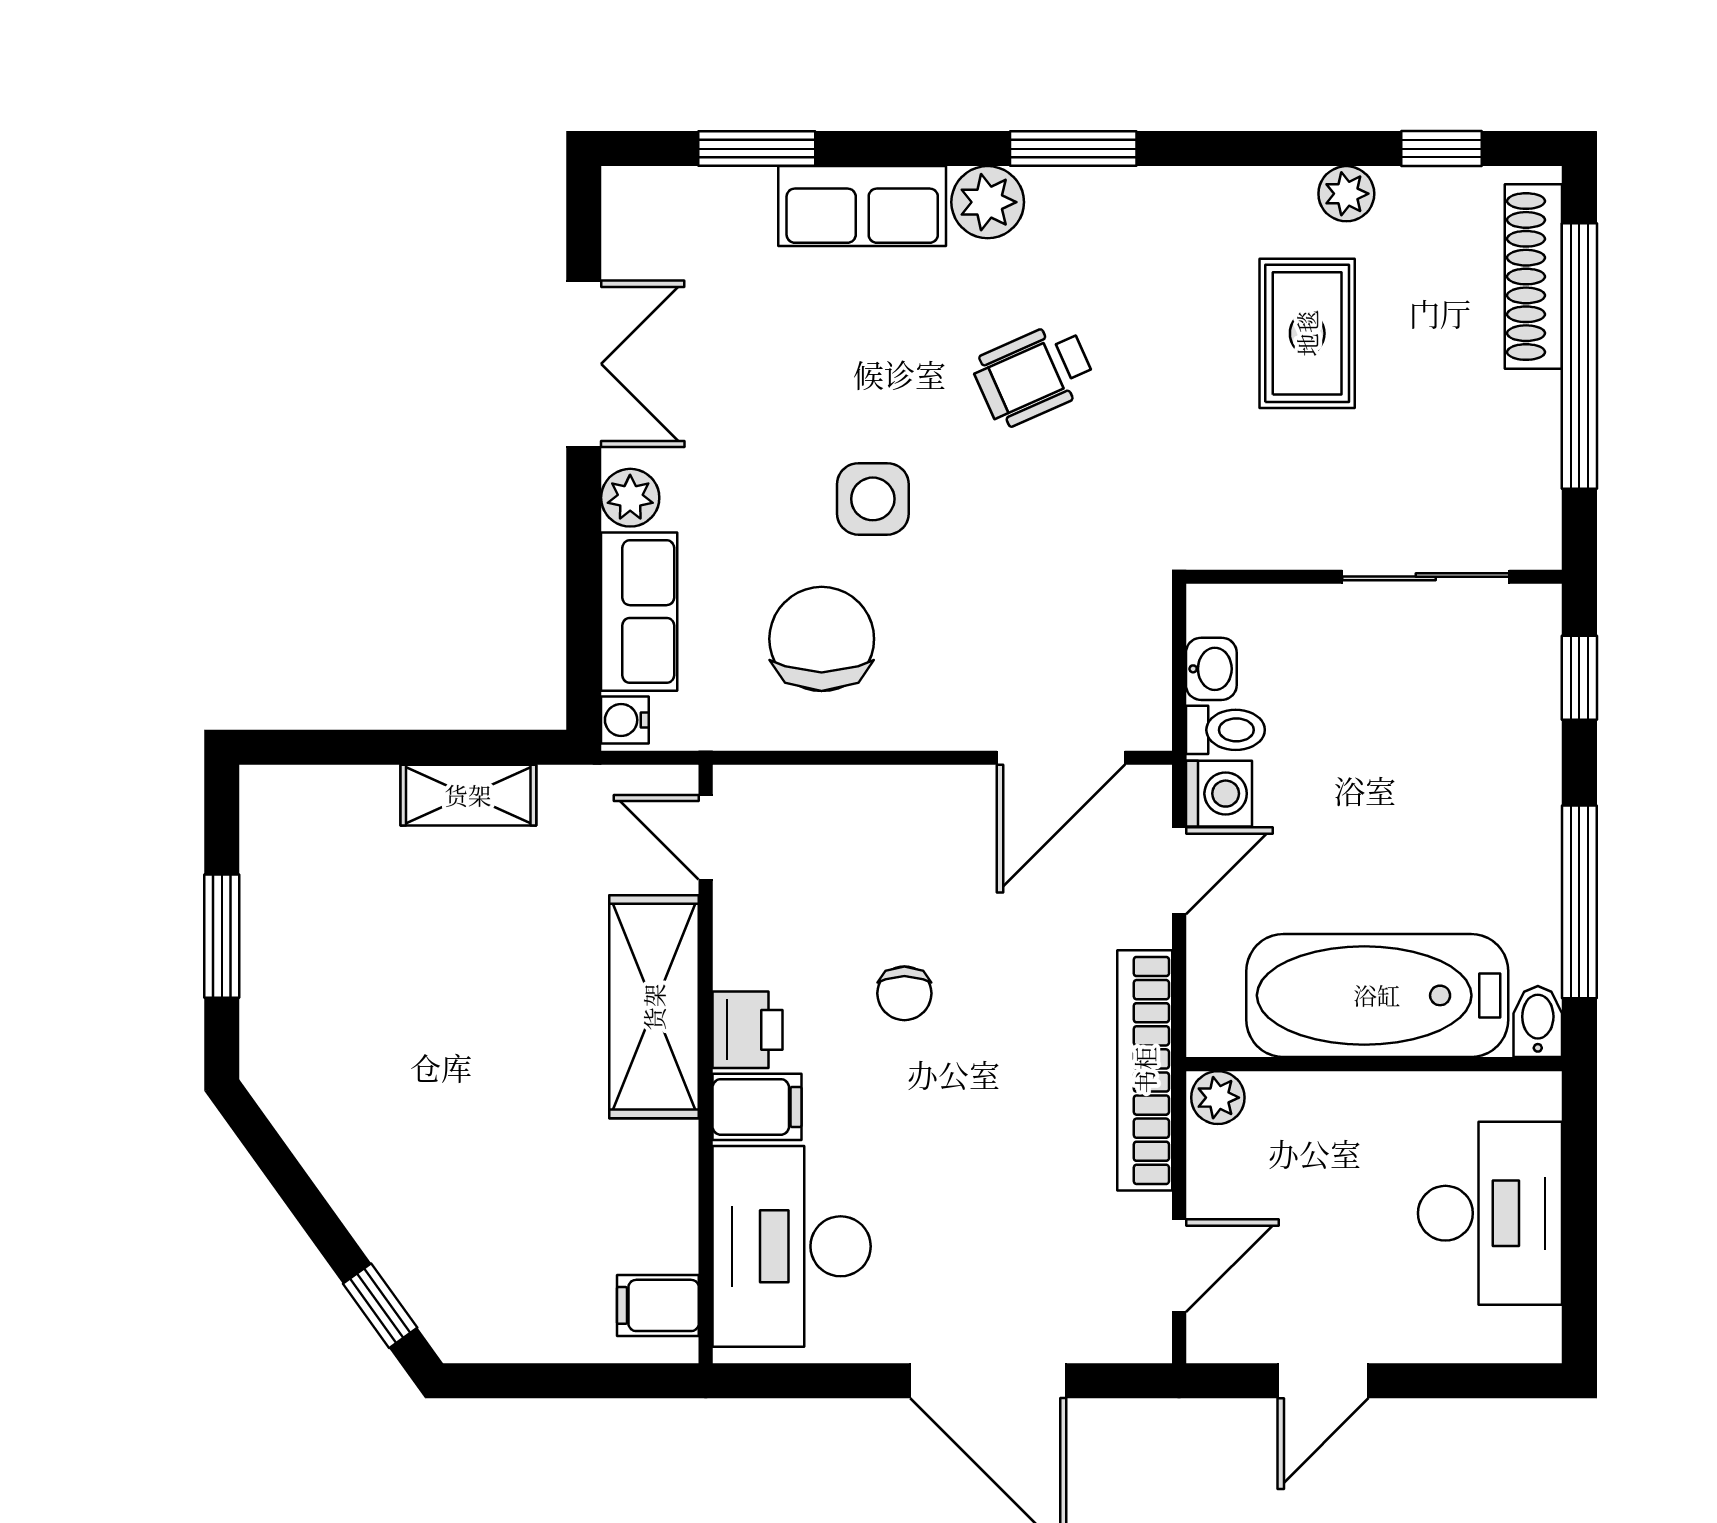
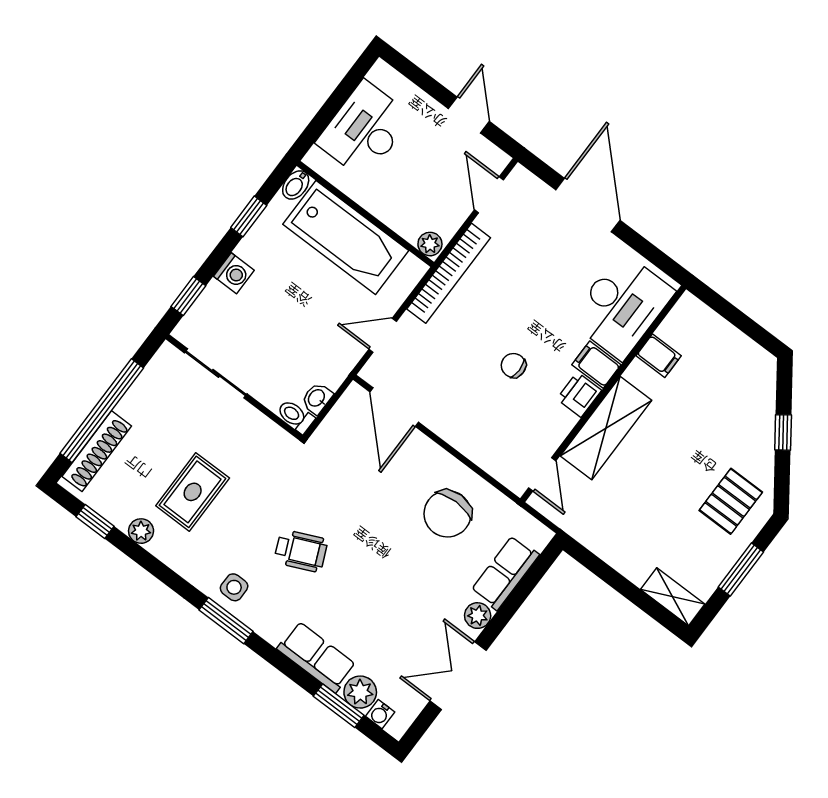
plant: (988, 202) -> (360, 692), moved
side table: (873, 499) -> (234, 587), moved, width x0.73, depth x0.73
water cooler: (625, 720) -> (380, 714), moved, turned 90
toilet: (1225, 730) -> (296, 416), moved
door: (1061, 758) -> (394, 407), swing flipped
washing machine: (1219, 794) -> (234, 273), moved, turned 180
shelving: (468, 795) -> (673, 597), moved
window: (1579, 902) -> (249, 216), width x0.46
chair: (904, 993) -> (513, 365), turned -90
pallet: (332, 1045) -> (731, 501), added
door: (1179, 1266) -> (489, 195), hinge flipped
filing cabinet: (658, 1305) -> (659, 356), moved
window: (380, 1306) -> (783, 432), moved
door: (1323, 1381) -> (469, 115), hinge flipped

